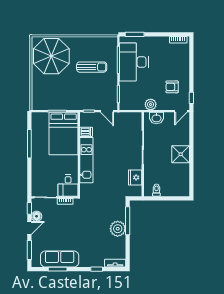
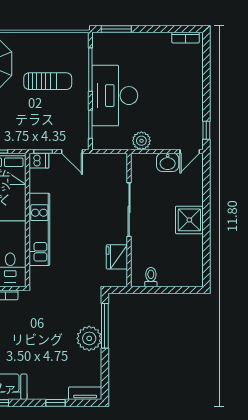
desk: (134, 62) -> (115, 96), moved
armchair: (172, 87) -> (176, 113), removed
washbasin: (156, 118) -> (168, 162), moved
dishwasher: (86, 132) -> (39, 161), moved

